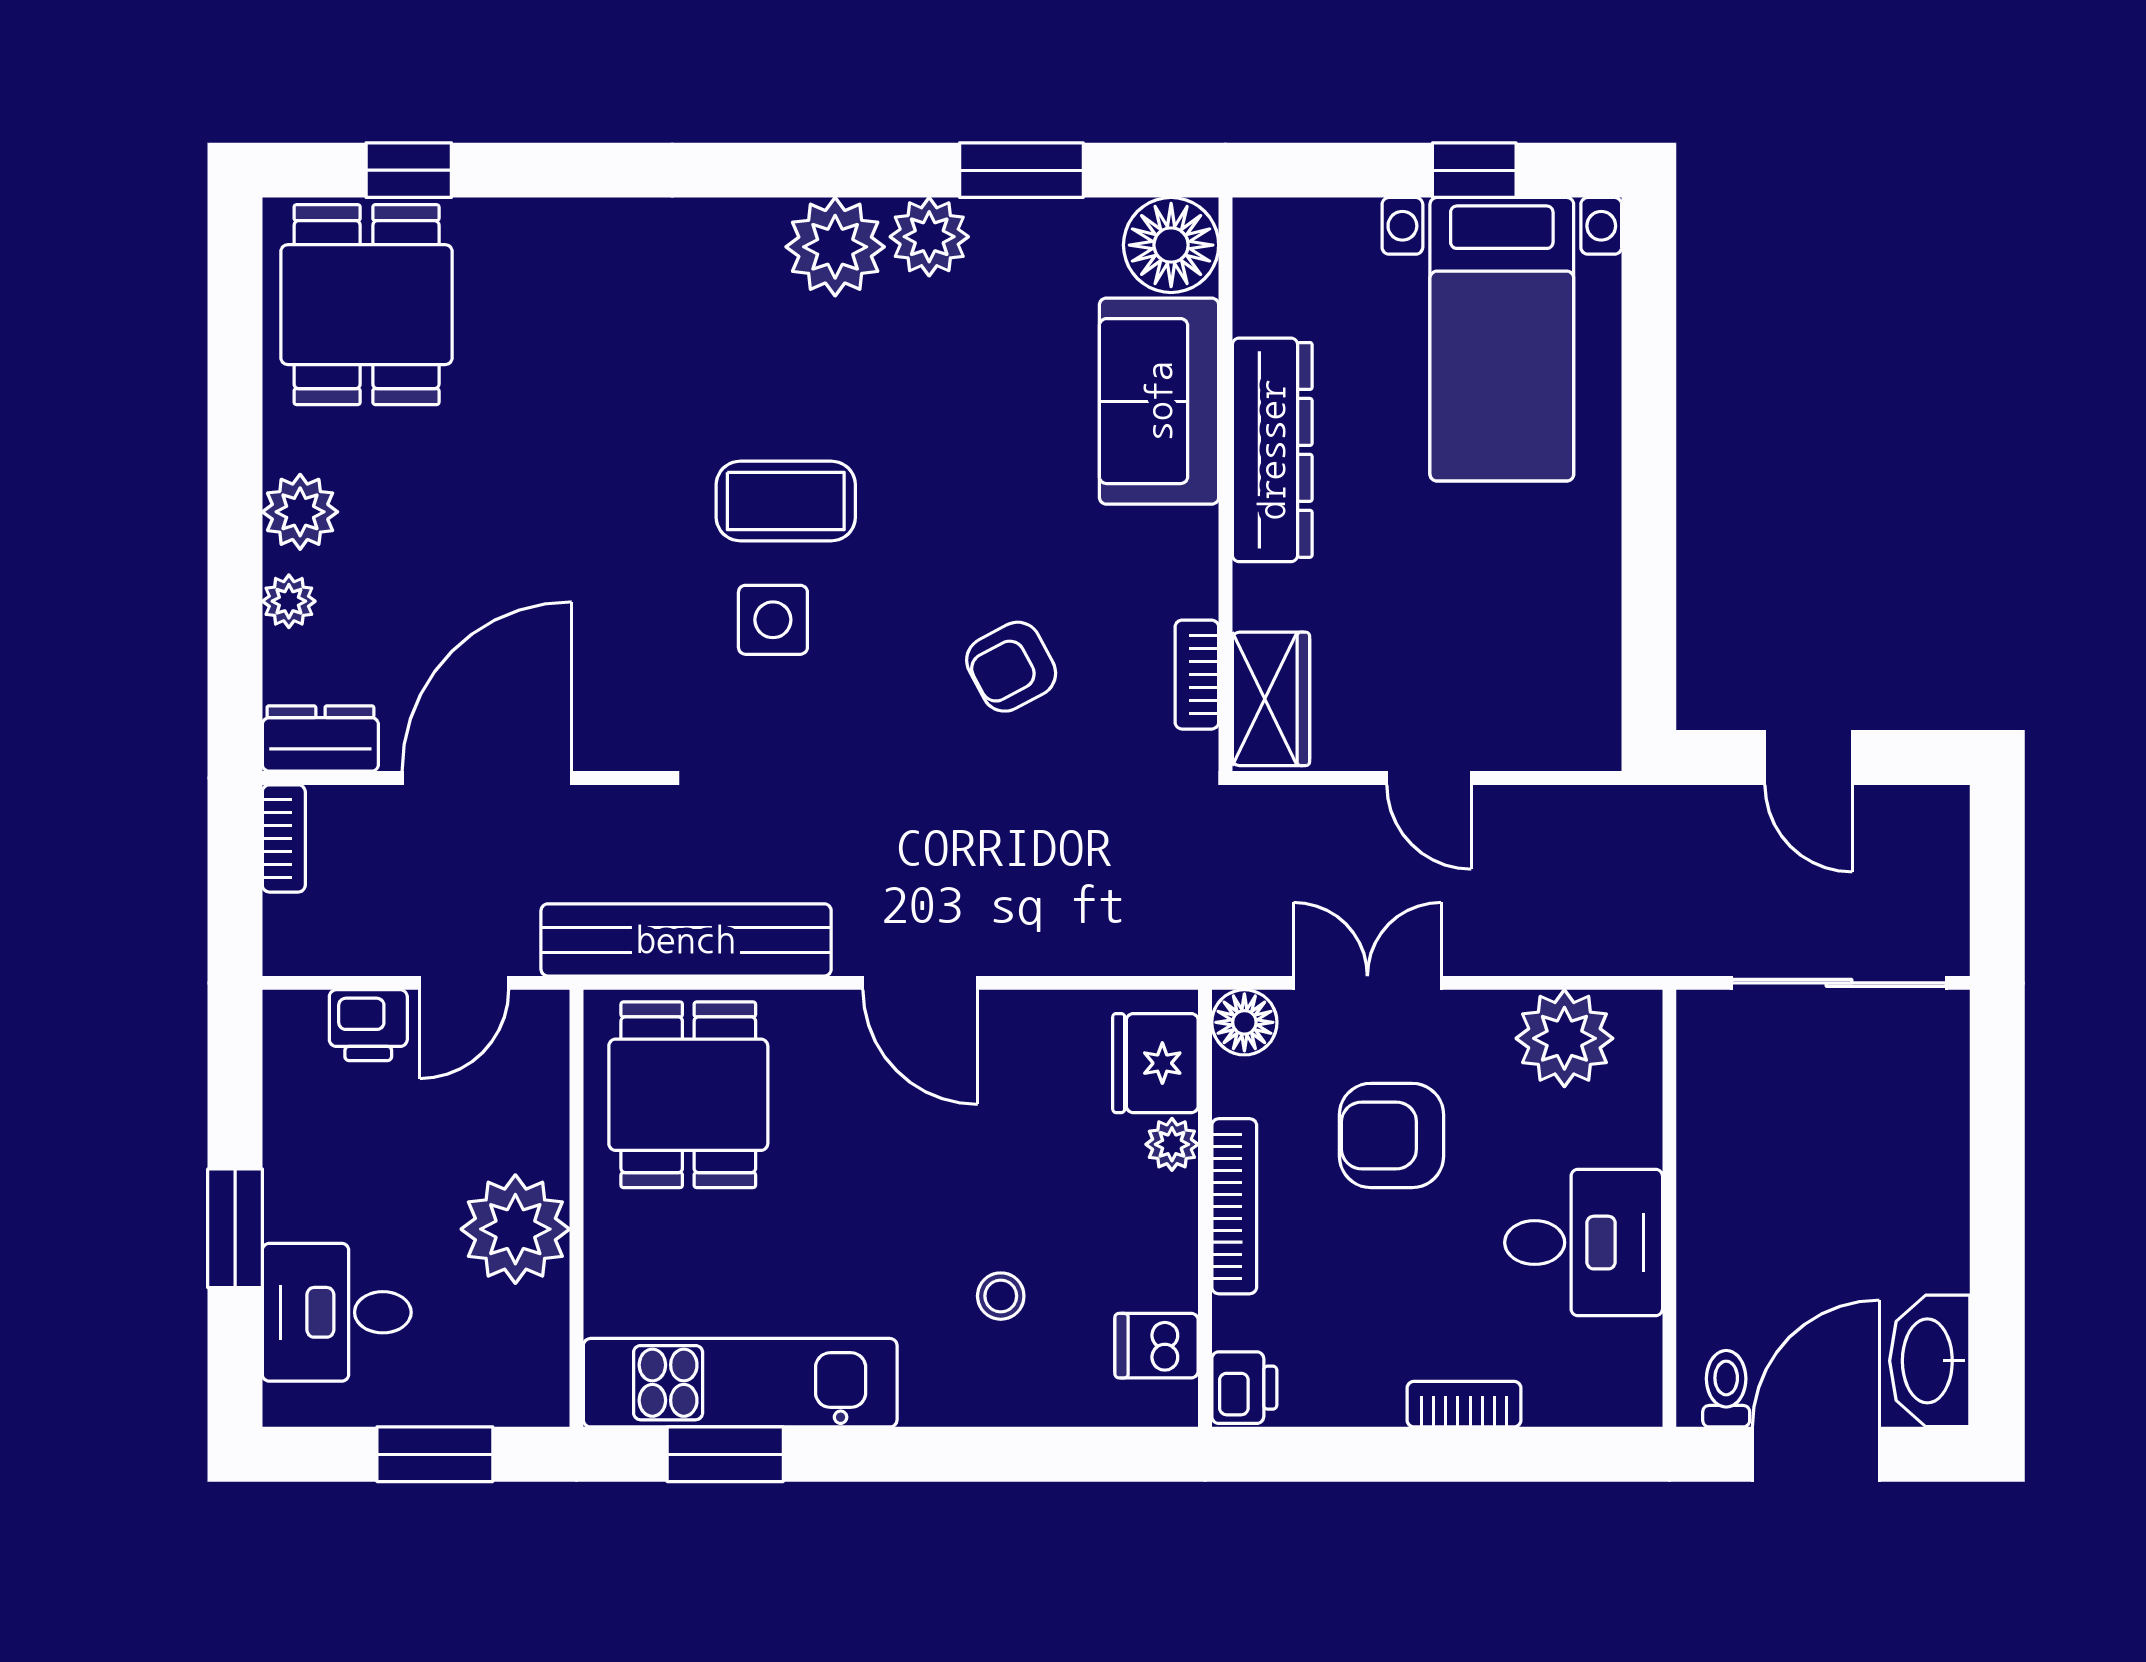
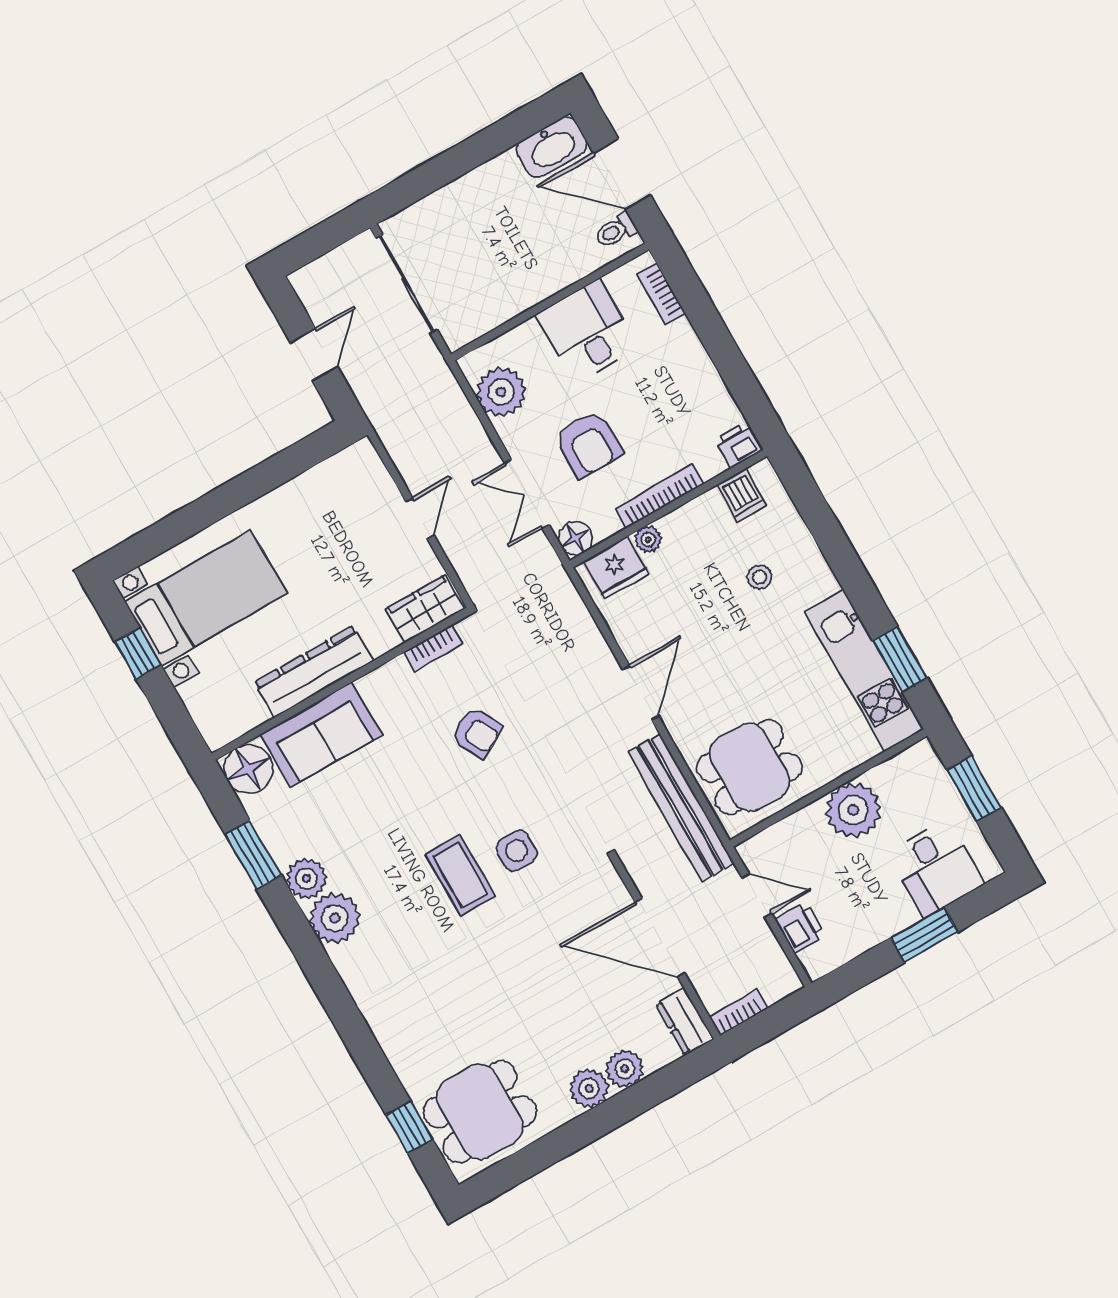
plant: (289, 601) -> (625, 1069), width x1.38, depth x1.38
bookcase: (1464, 1404) -> (661, 294), moved

